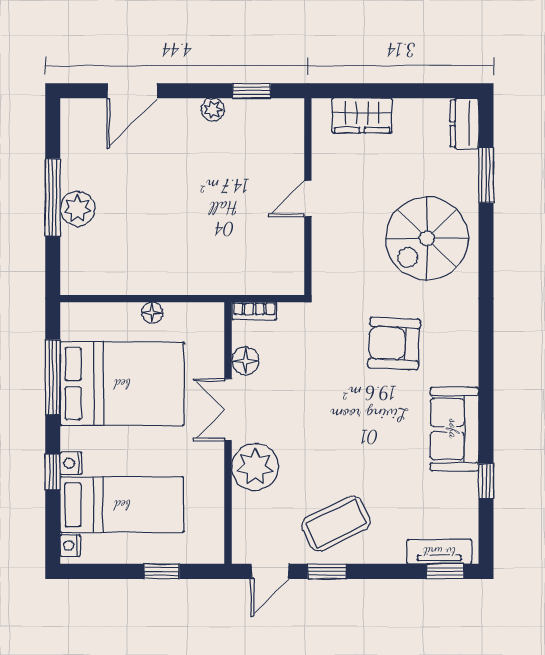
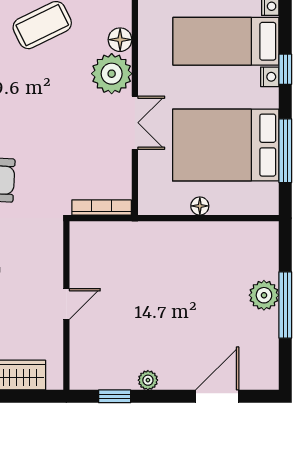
bookcase: (254, 311) -> (102, 207), width x1.56
floor lamp: (245, 361) -> (120, 40), moved

